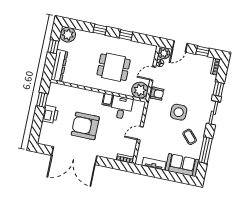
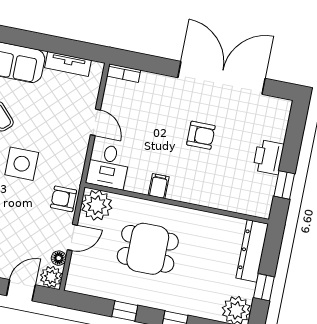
desk: (121, 108) -> (108, 166), moved
armchair: (85, 126) -> (201, 135), width x0.53, depth x0.53
door: (140, 133) -> (95, 122), hinge flipped

